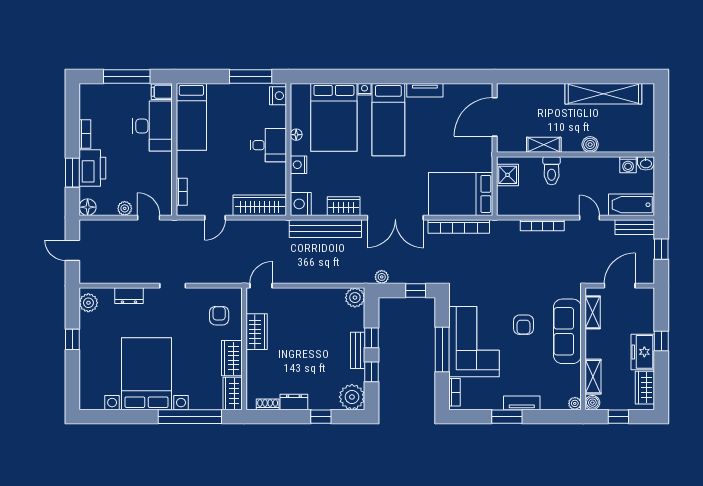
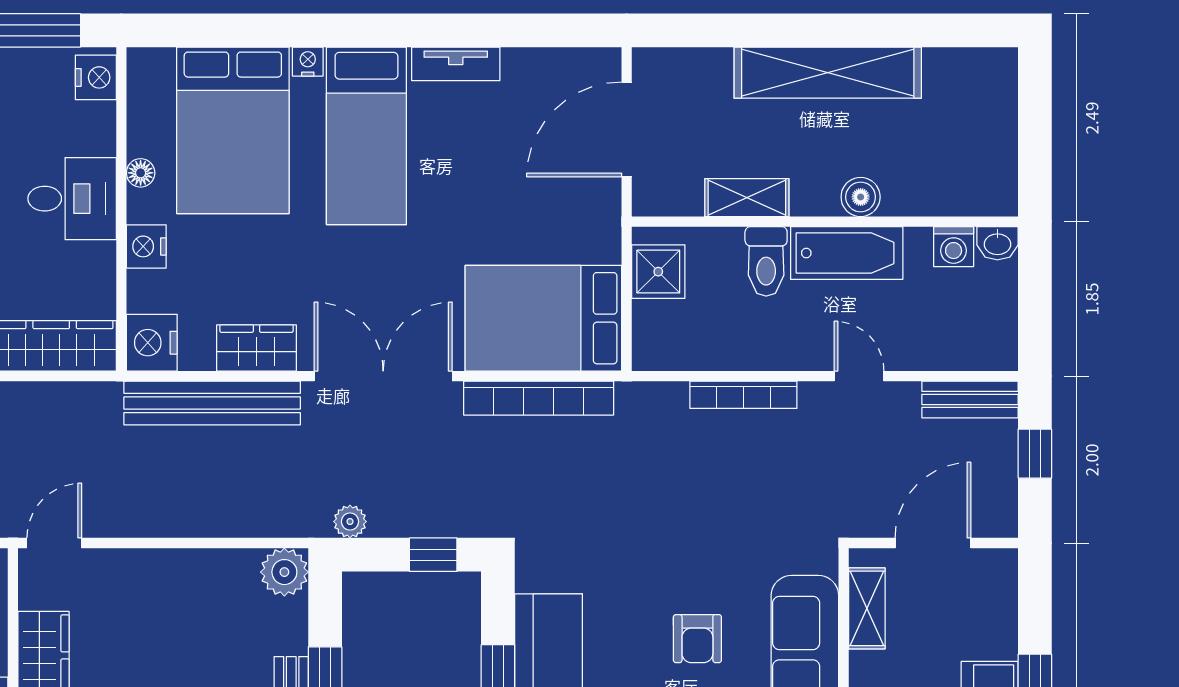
shelving: (603, 94) -> (828, 73), moved
bathtub: (632, 205) -> (847, 253), moved, turned 180
double door: (395, 218) -> (383, 376), swing flipped

